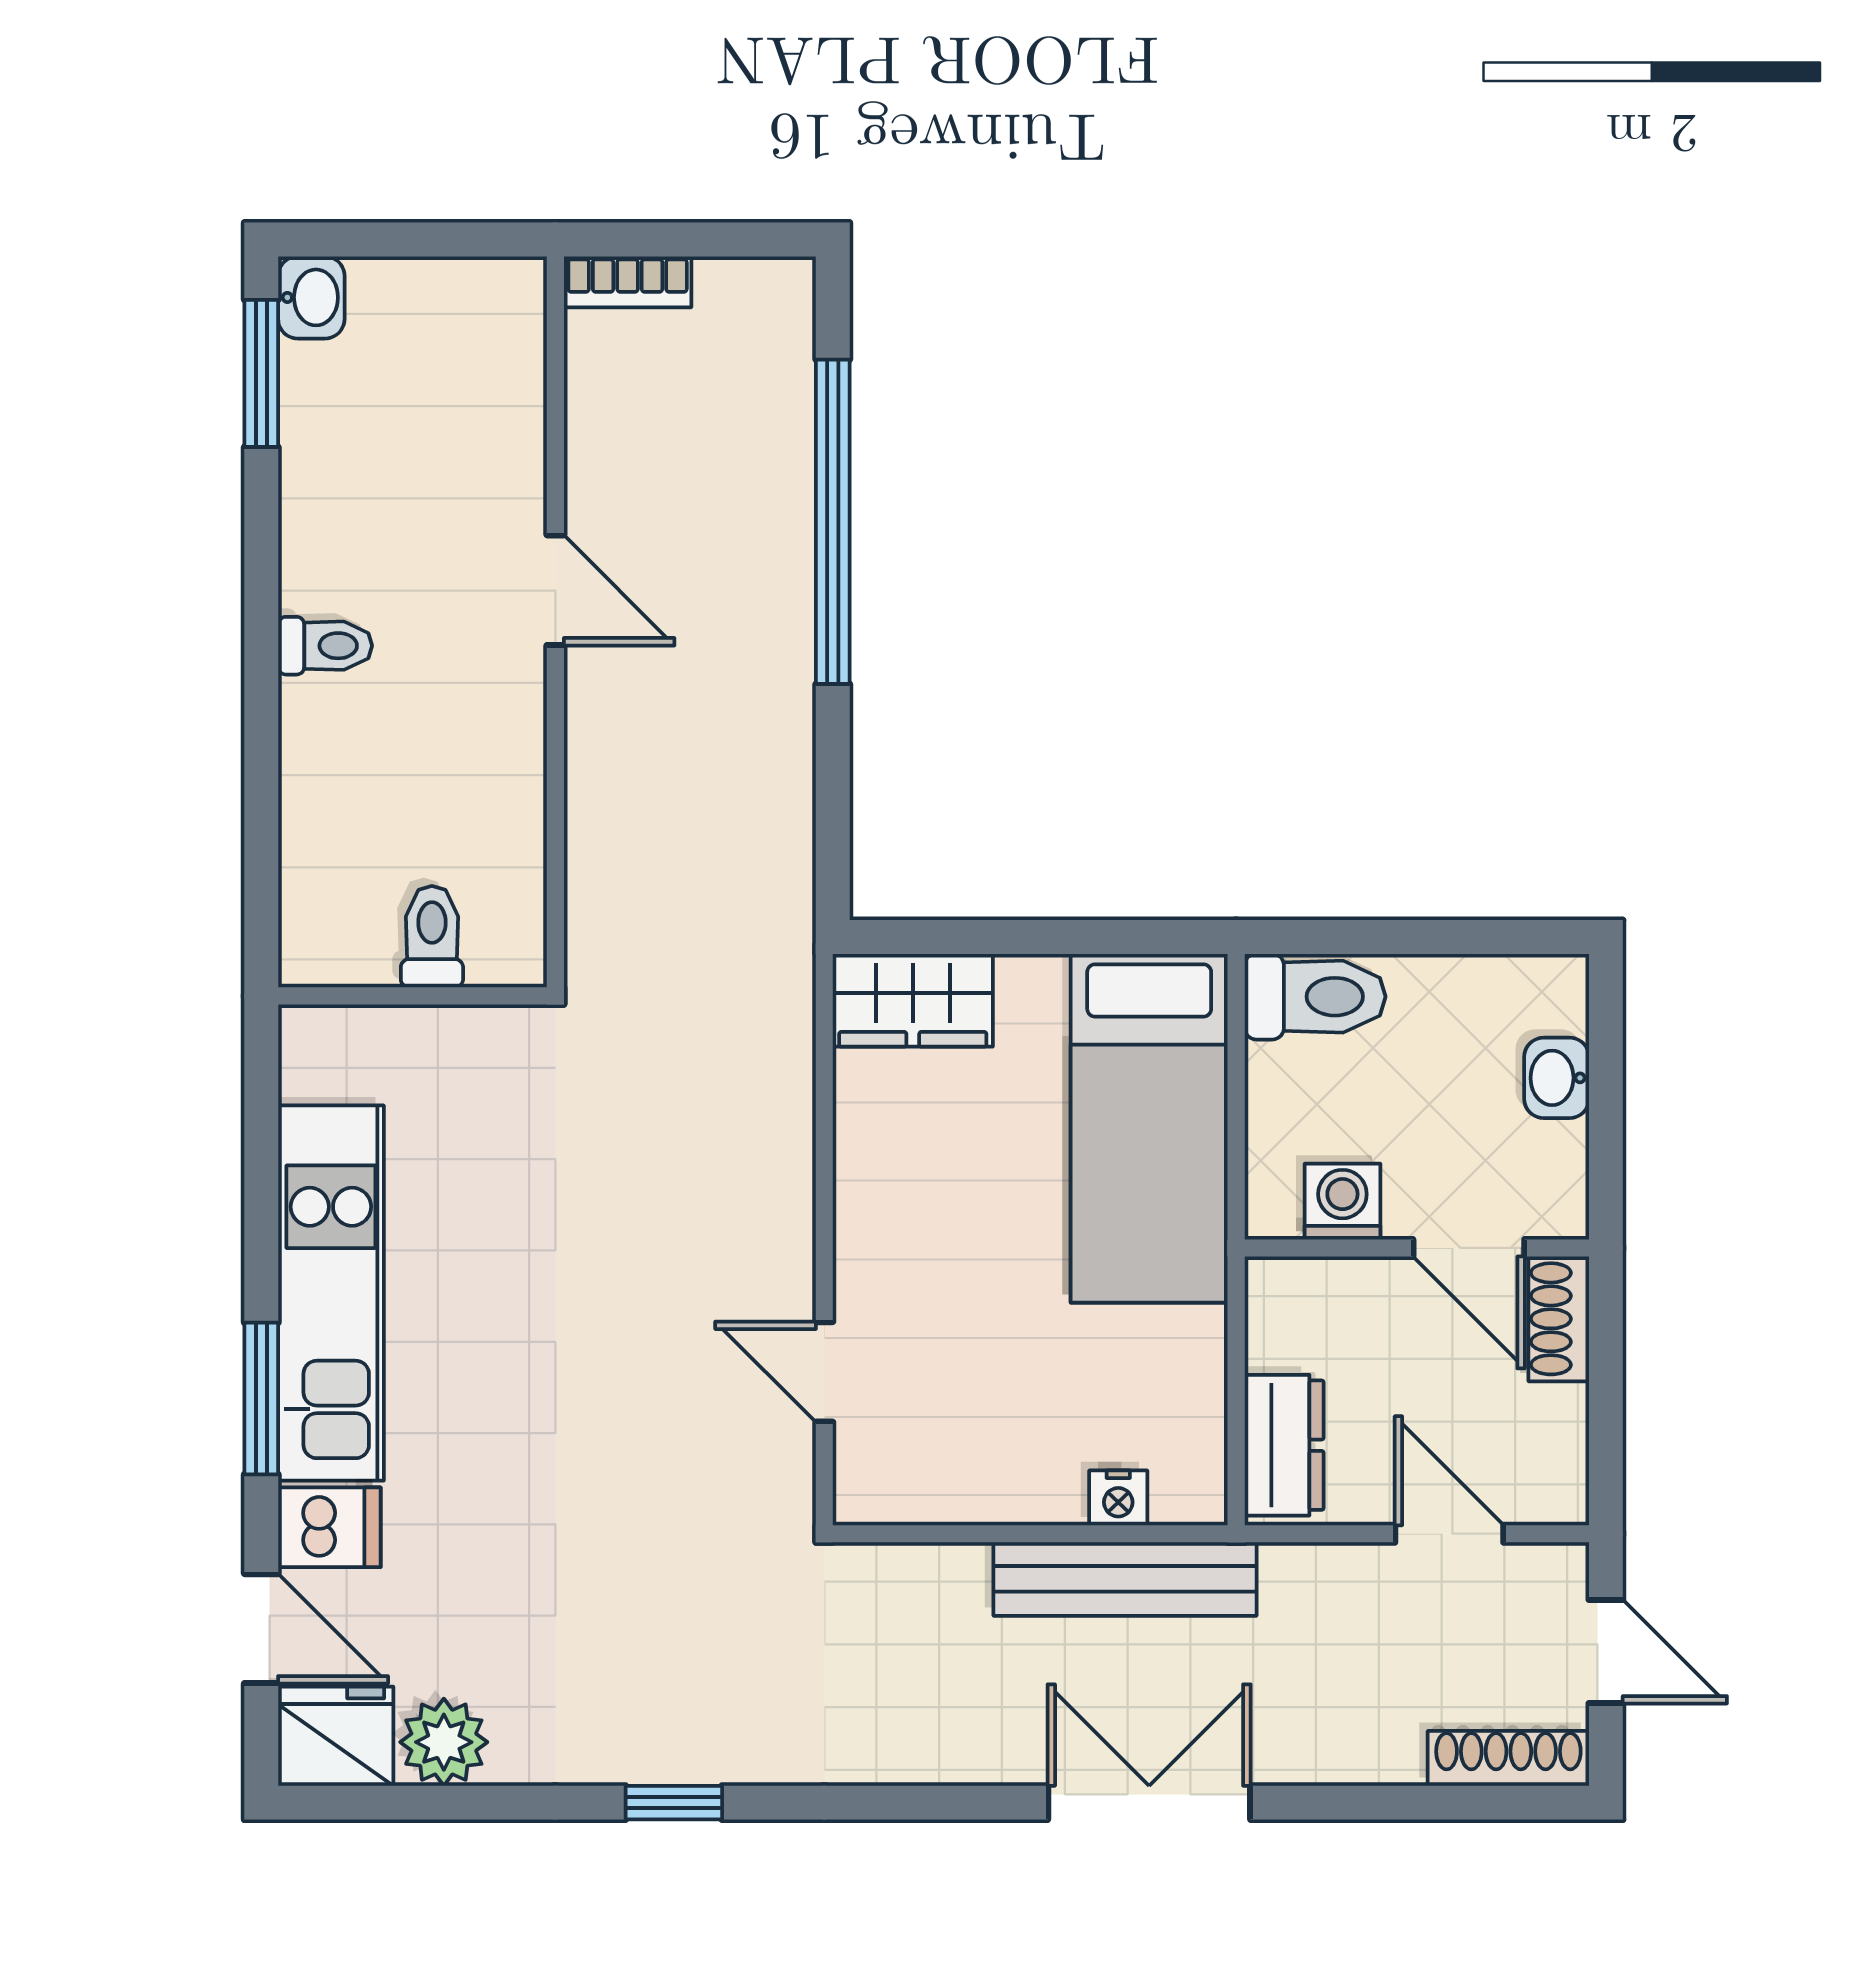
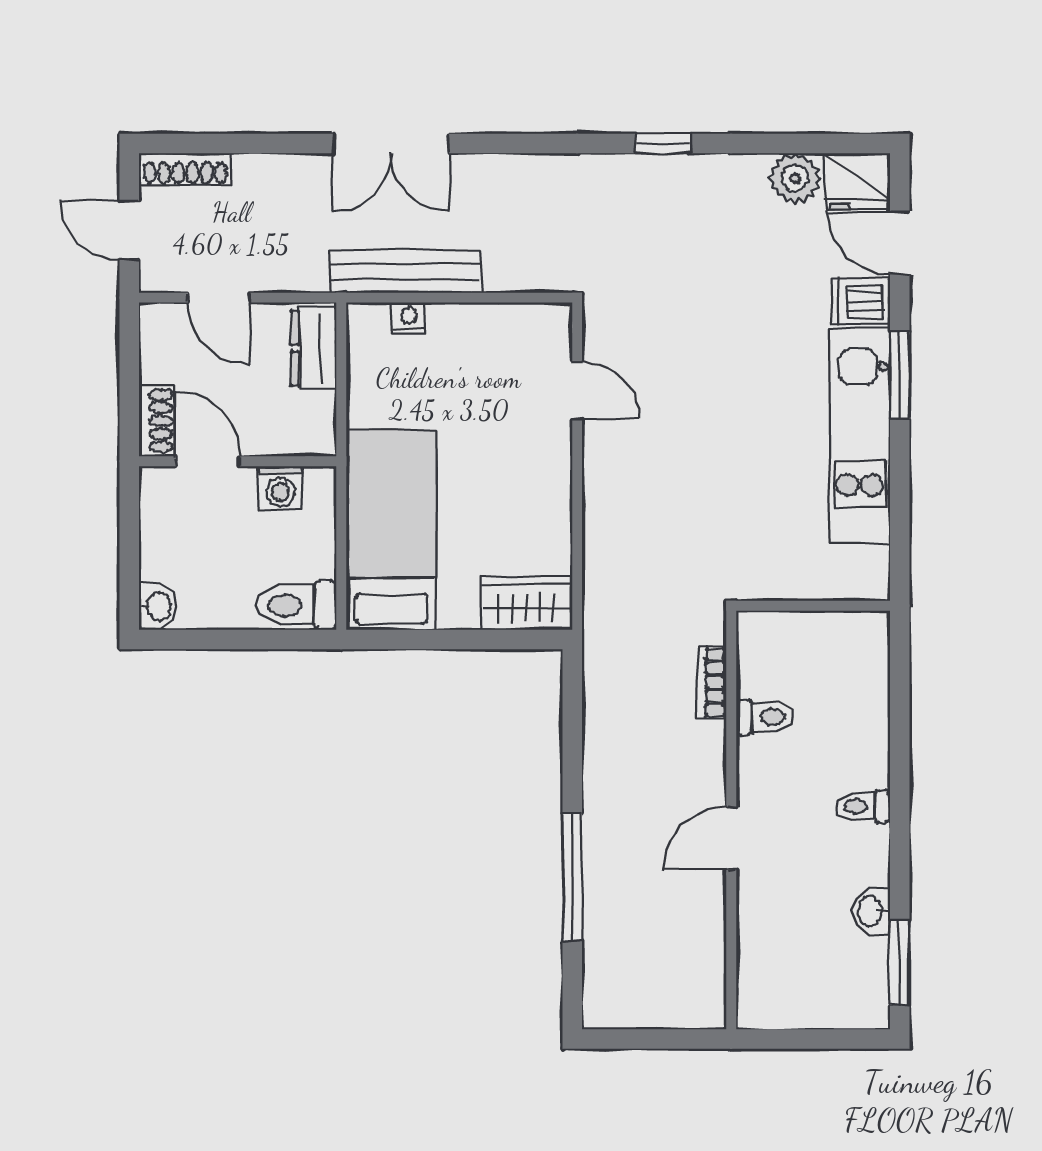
bookcase: (628, 282) -> (712, 682), moved, turned -90
washbasin: (311, 297) -> (871, 911), moved
window: (833, 522) -> (572, 877), width x0.68
door: (555, 590) -> (731, 838), hinge flipped
toilet: (432, 937) -> (765, 717), moved, turned -90
washbasin: (1557, 1078) -> (158, 607), moved

